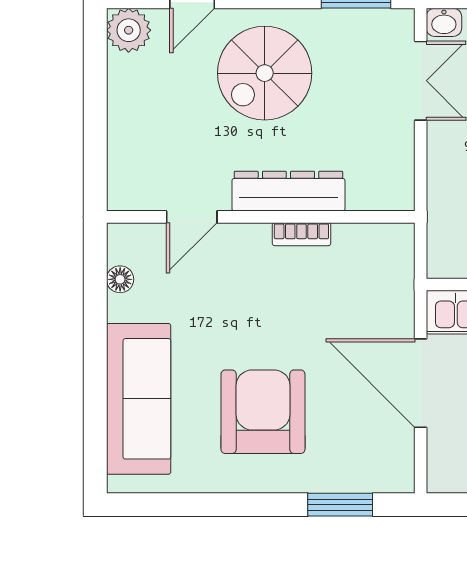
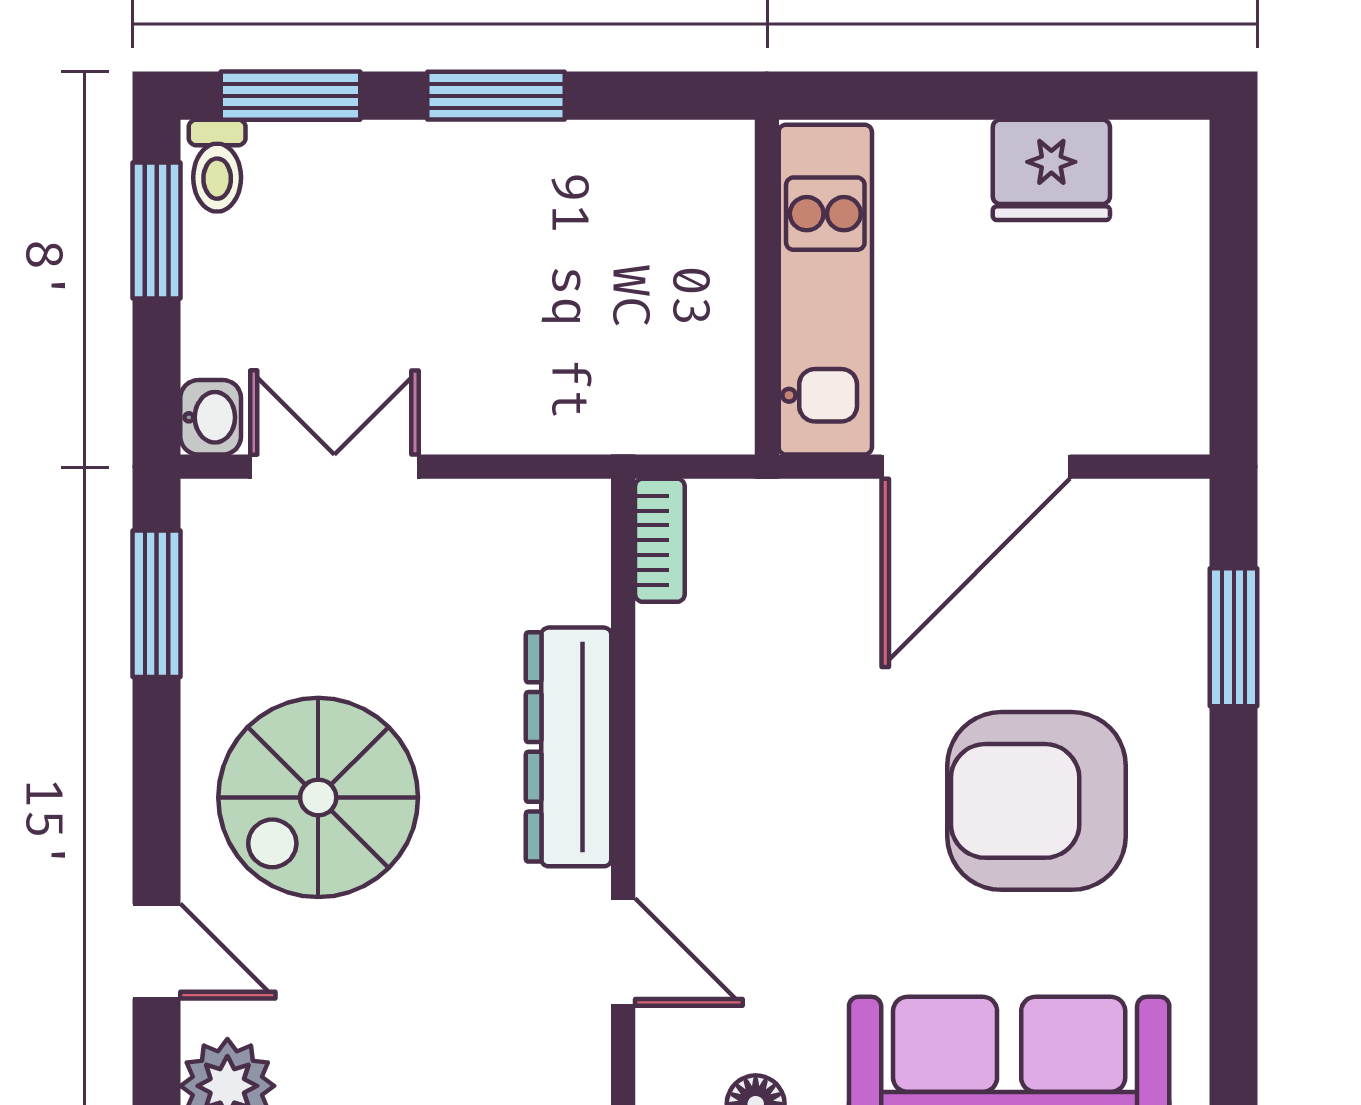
spiral stairs: (265, 73) -> (318, 797), turned 90
bookcase: (301, 234) -> (660, 540), moved

